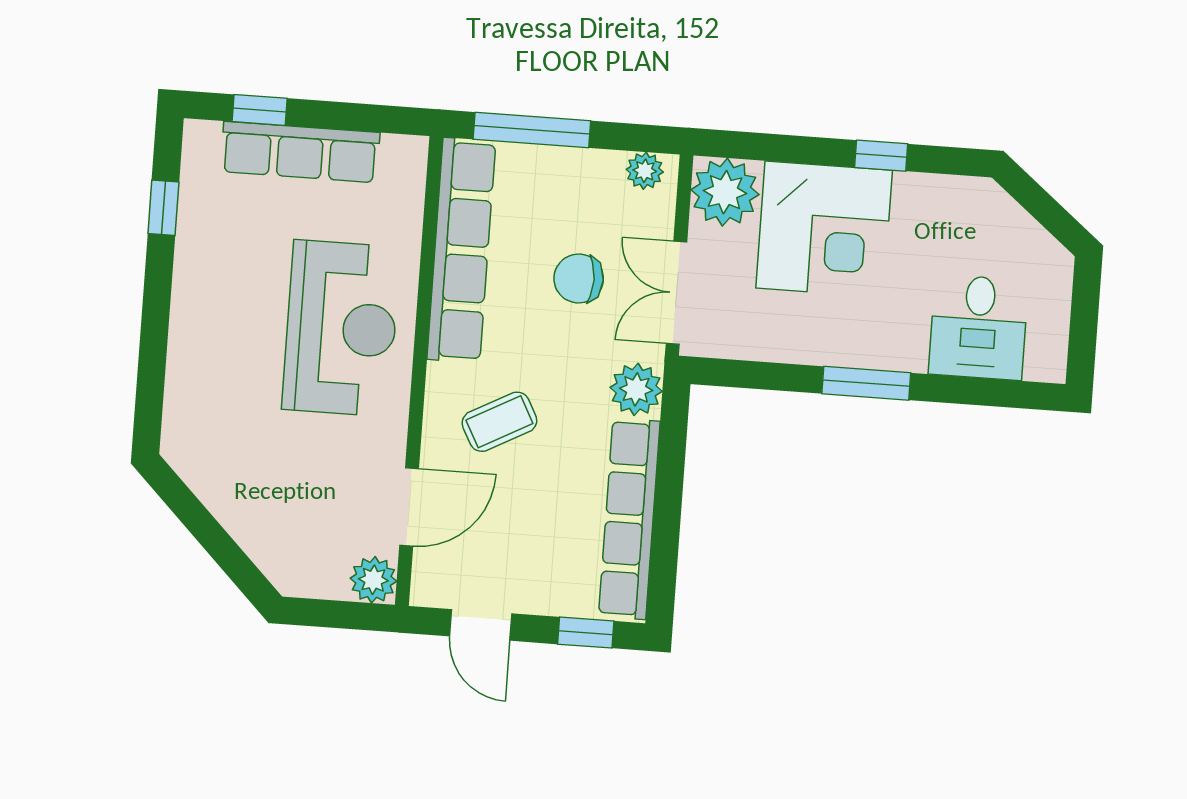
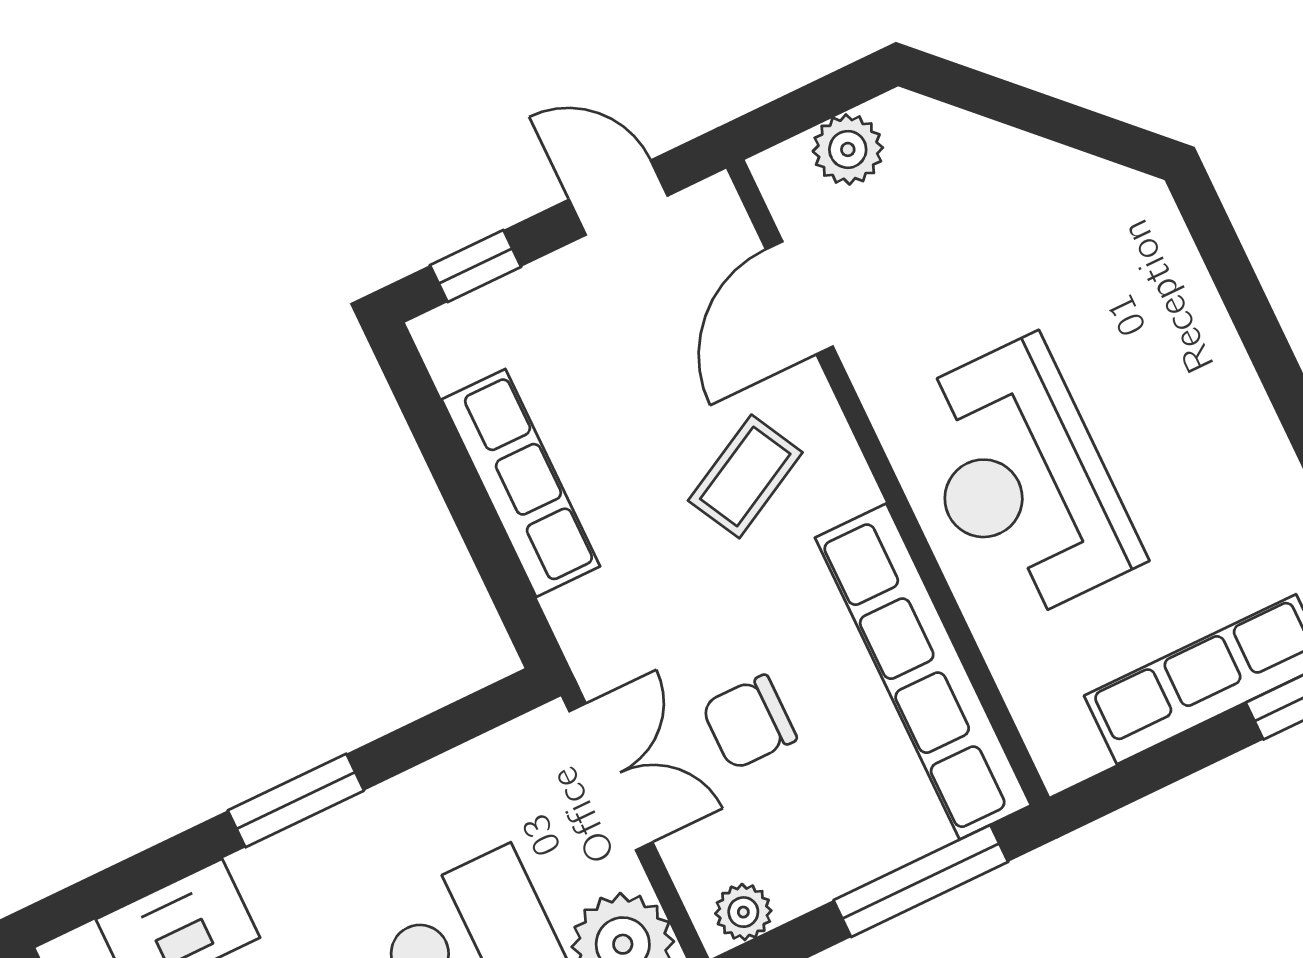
chair: (579, 278) -> (749, 722), turned 180
plant: (636, 389) -> (591, 621), removed
row of seats: (629, 519) -> (521, 483), width x0.73
plant: (373, 580) -> (848, 149), moved

